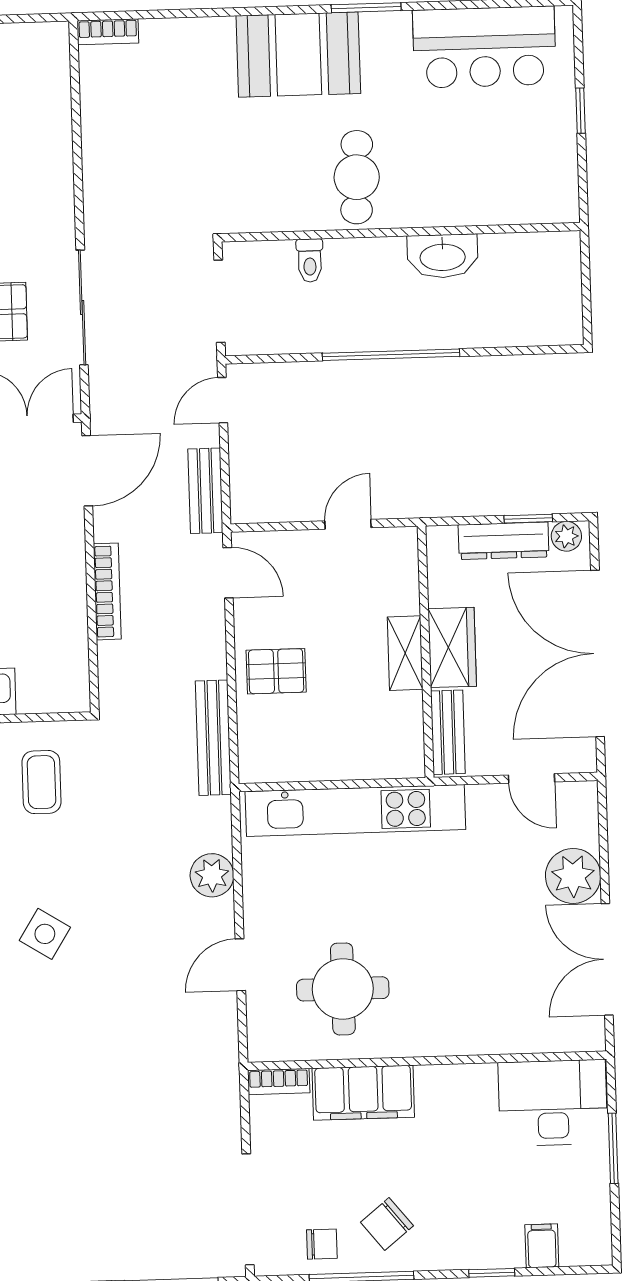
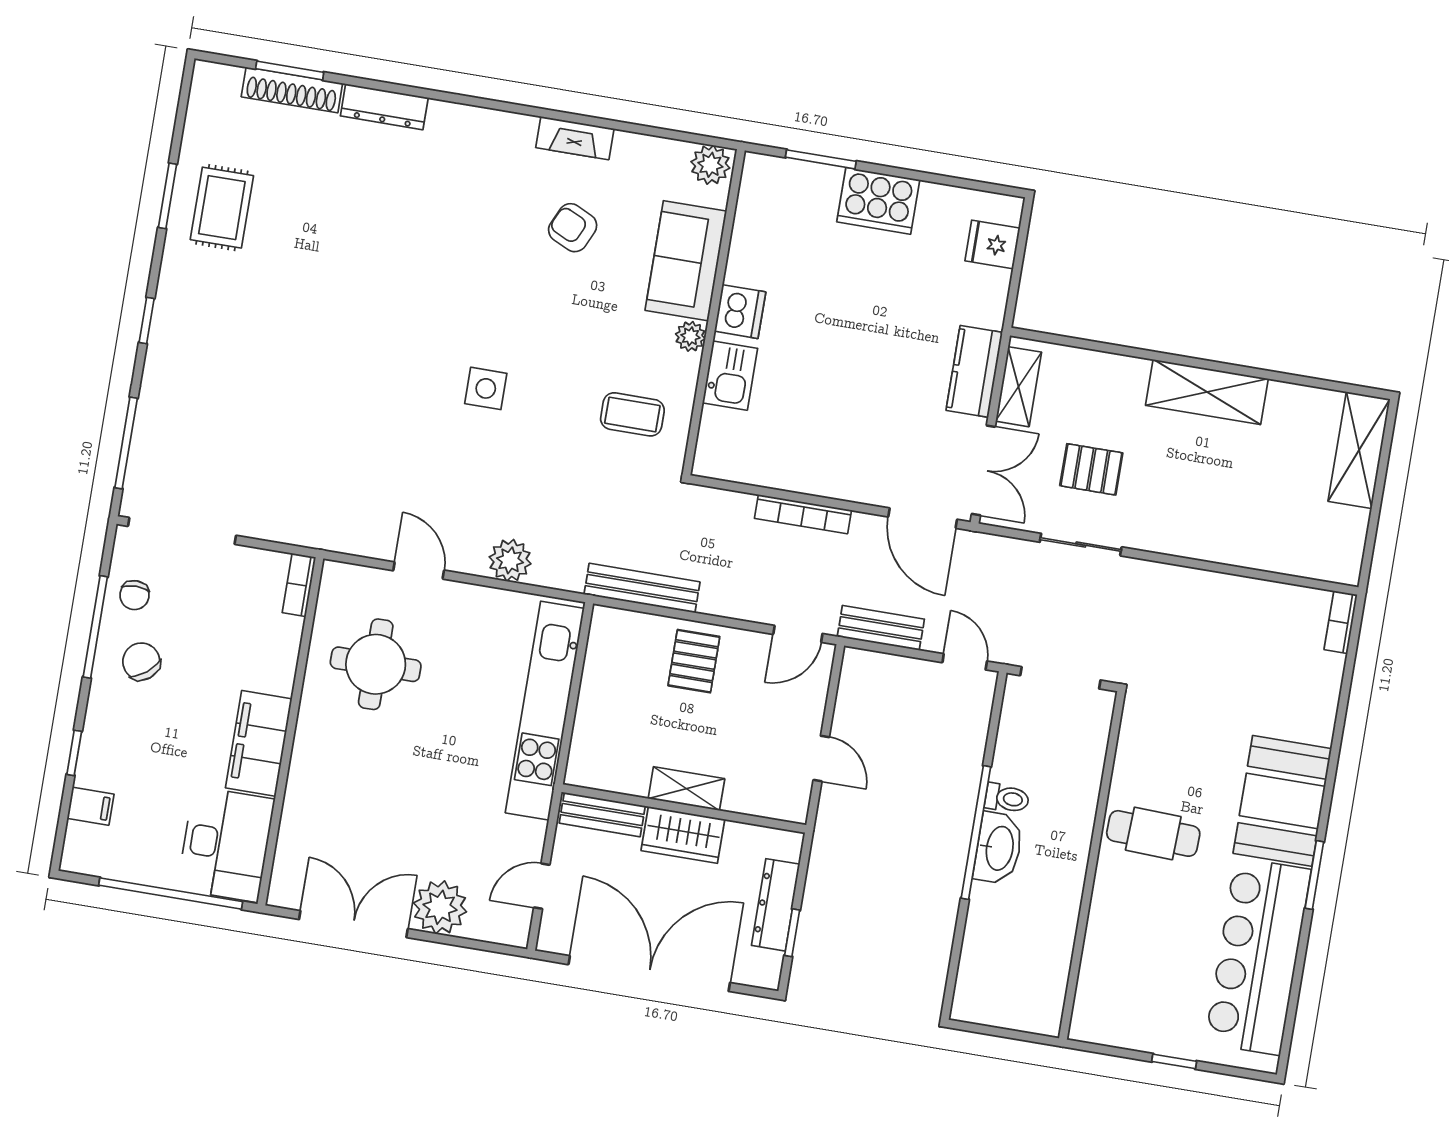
bar counter: (484, 47) -> (1258, 956), width x1.36
washbasin: (443, 256) -> (998, 848), moved, turned 180
toilet: (310, 260) -> (1007, 798), moved, turned 180
sliding door: (82, 307) -> (1081, 545), width x0.73
plant: (566, 536) -> (768, 966), removed
side table: (45, 934) -> (486, 388), turned -32
filing cabinet: (363, 1093) -> (259, 743), moved
window: (613, 1148) -> (171, 893), width x2.11

